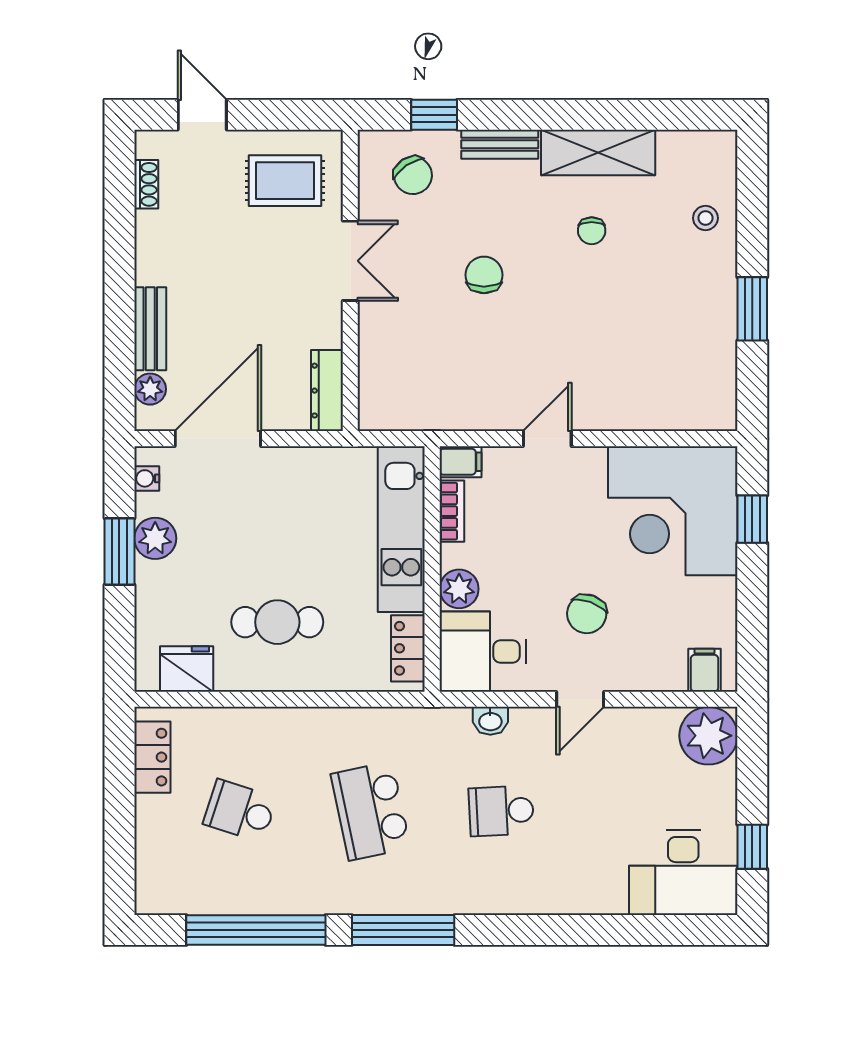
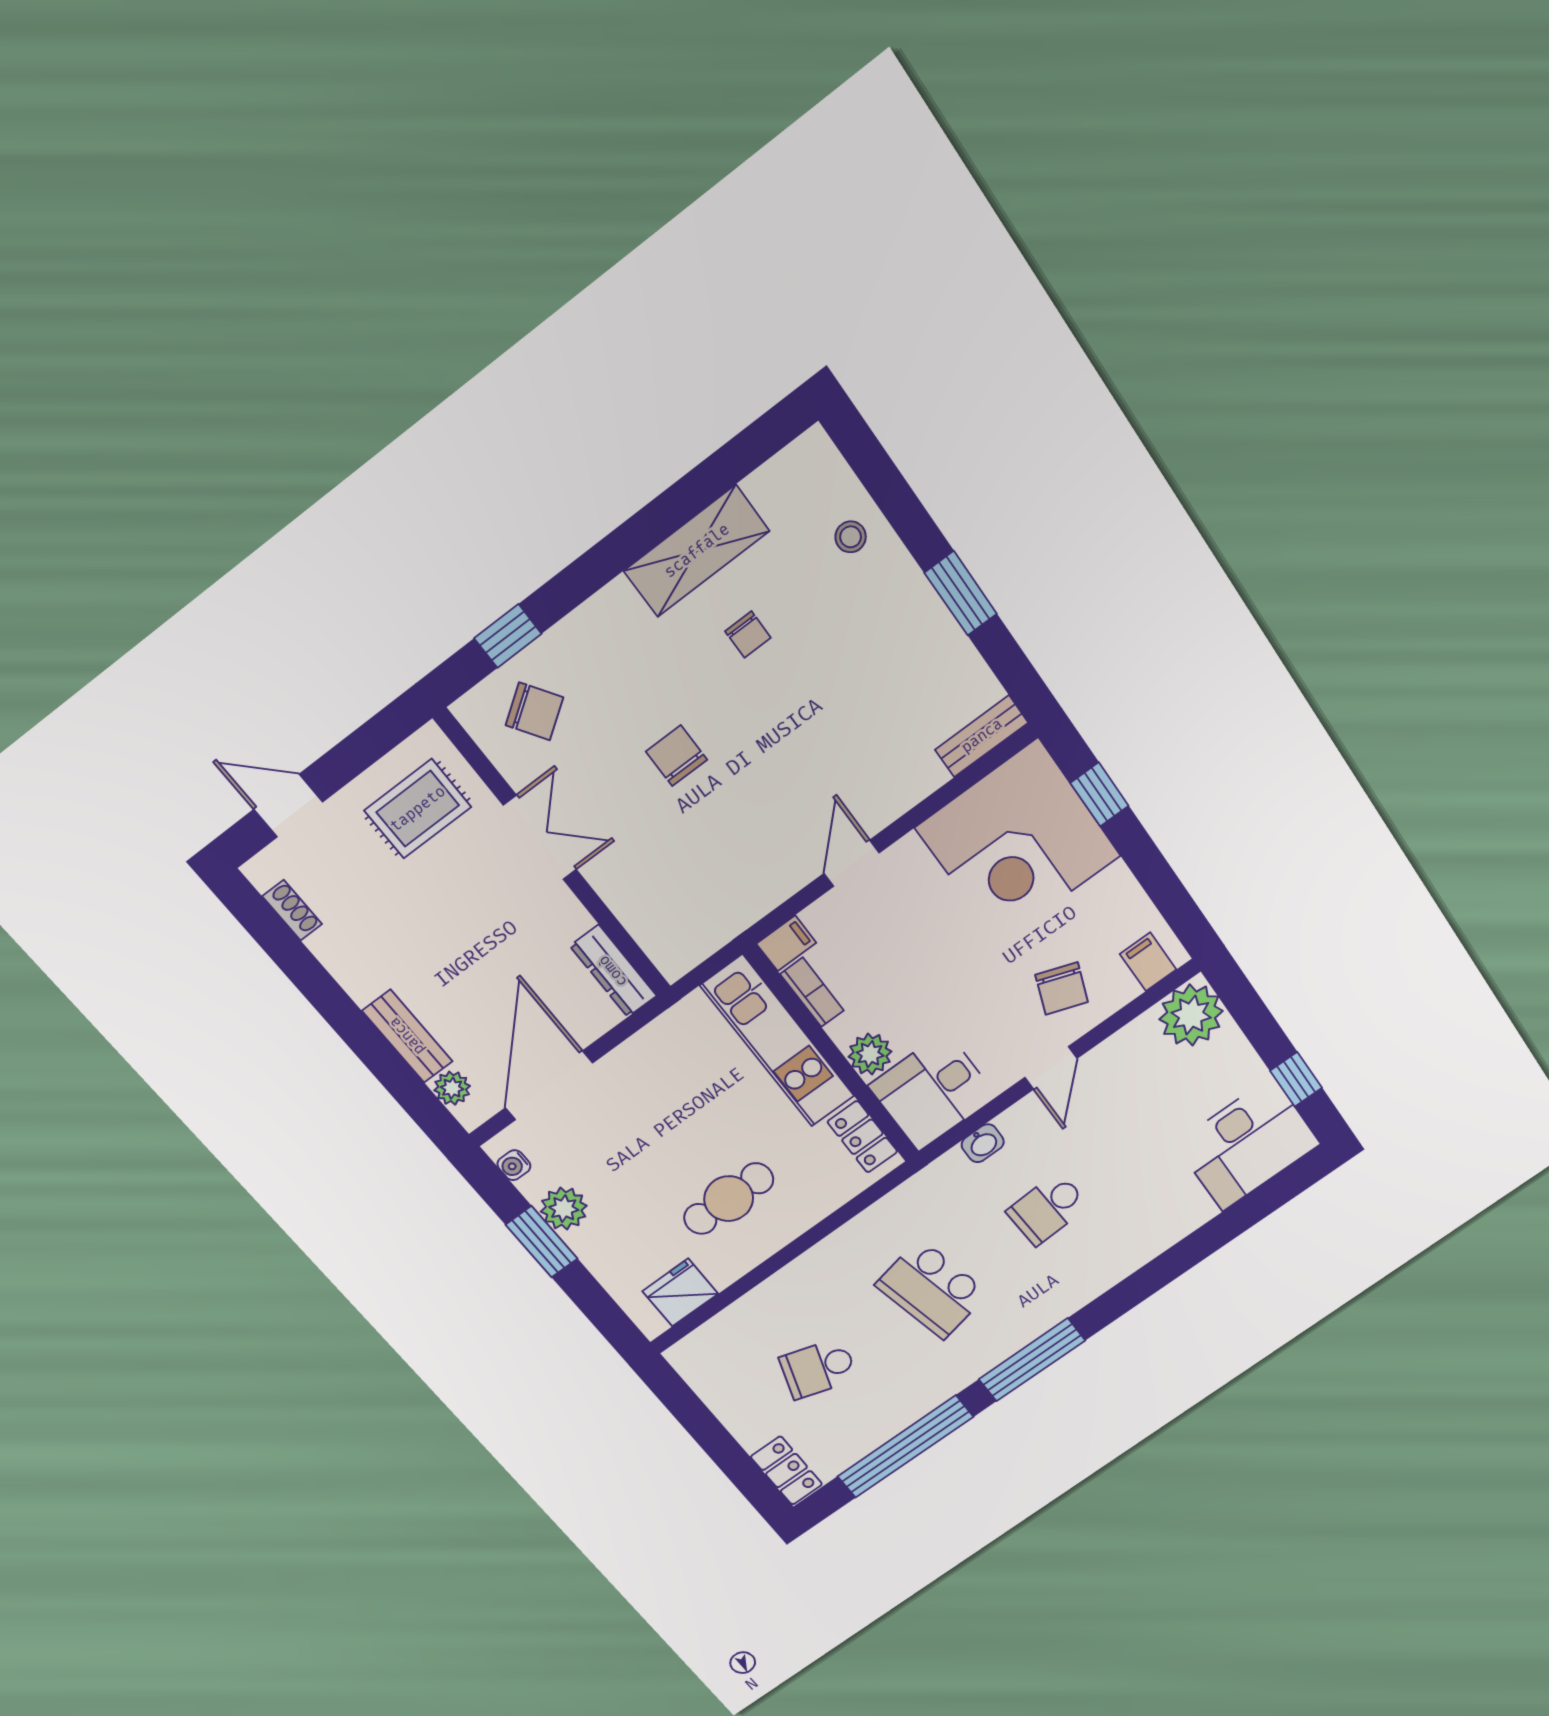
bench: (500, 144) -> (982, 736), moved
chair: (587, 614) -> (1062, 988), moved
locker: (152, 757) -> (786, 1471), moved

